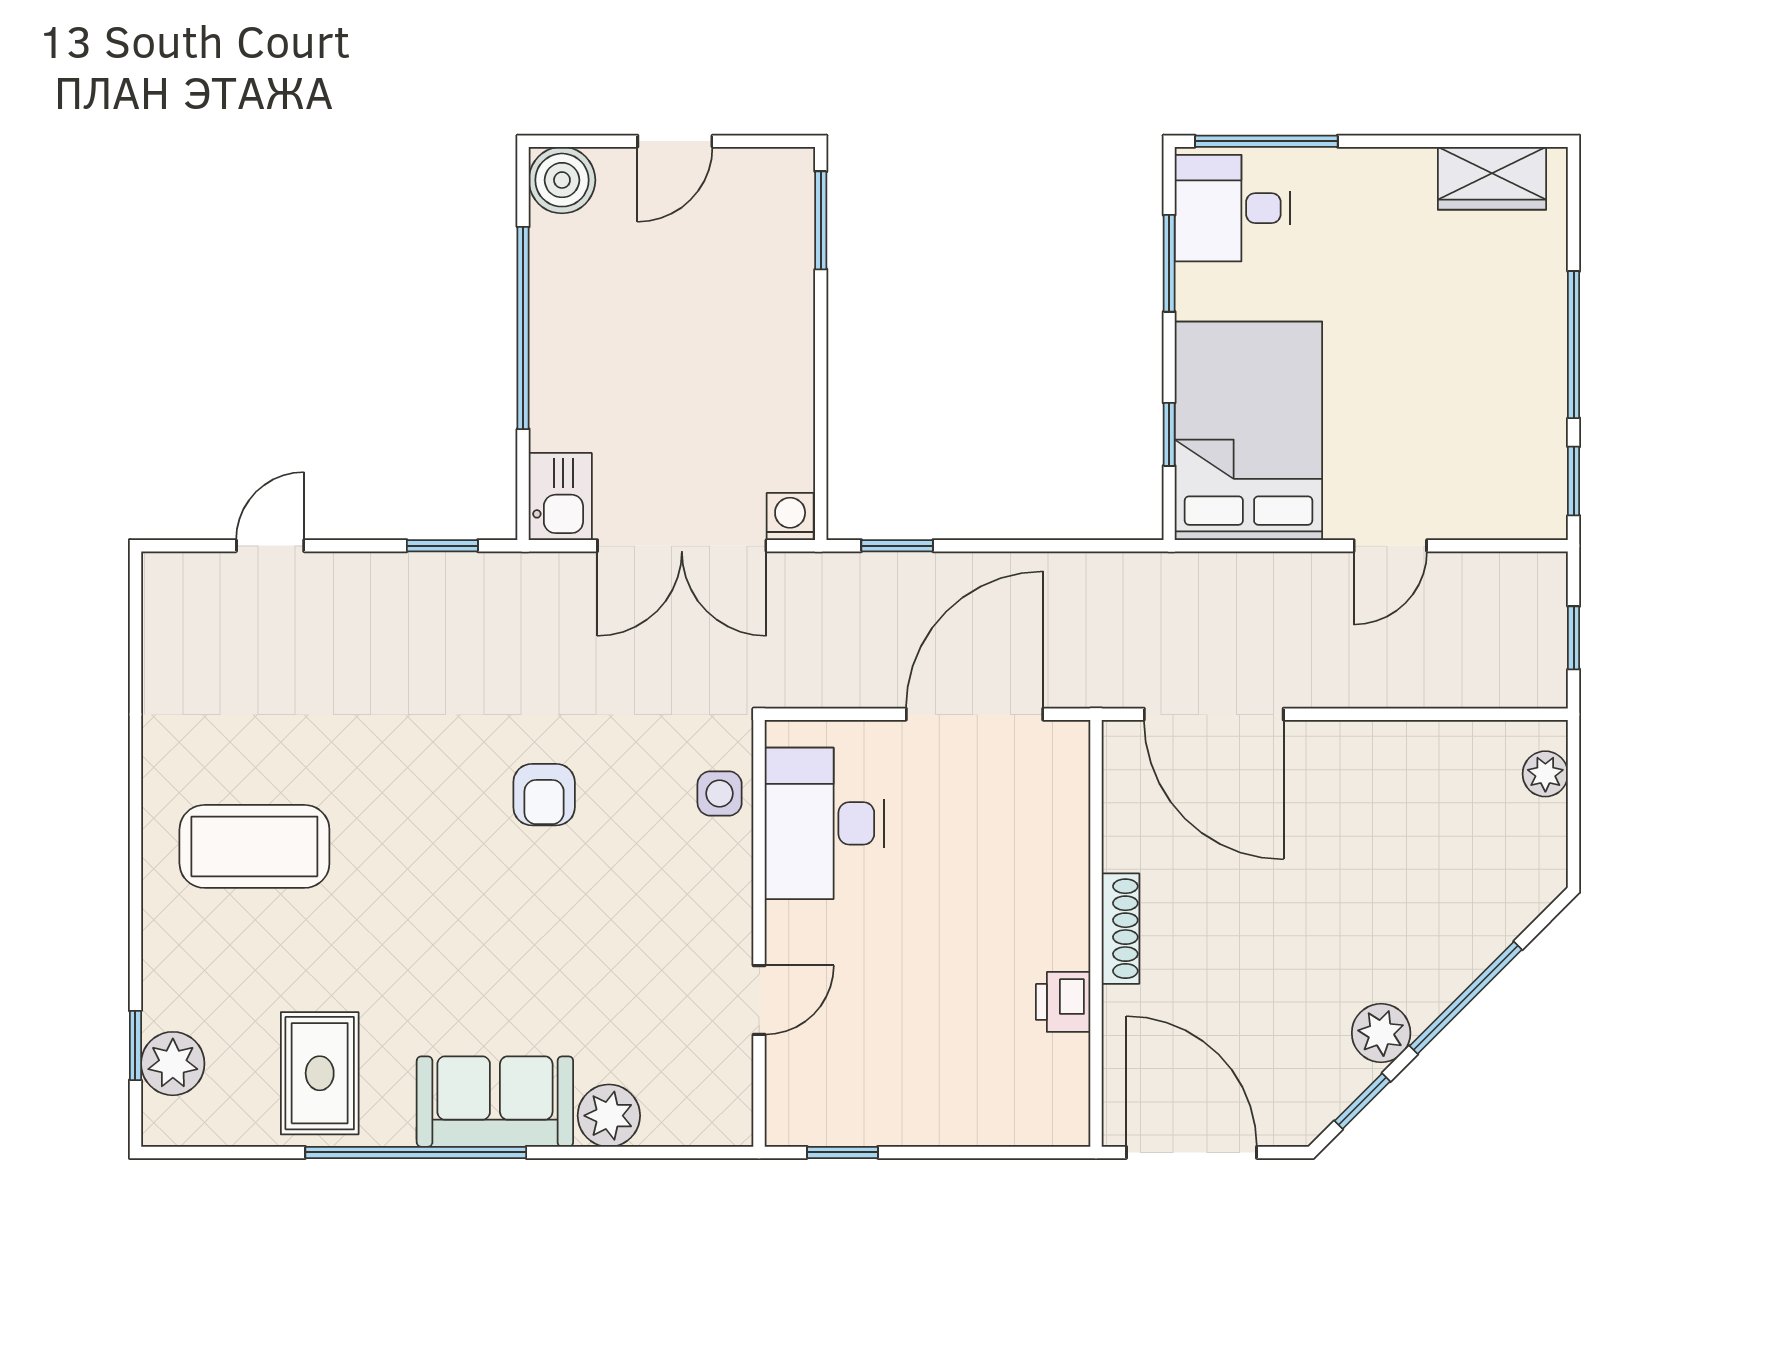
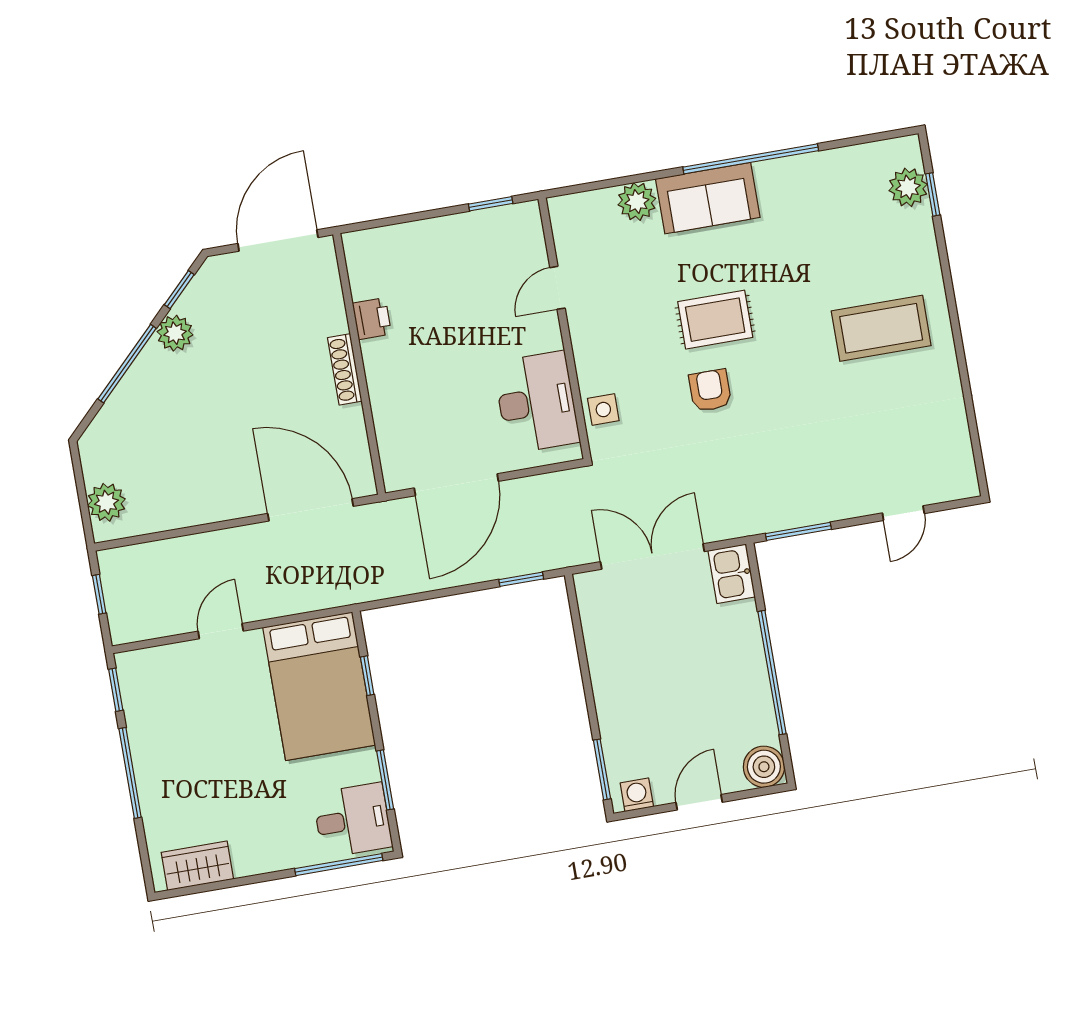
washing machine: (790, 516) -> (637, 795), moved, turned 180
window: (442, 546) -> (798, 531), width x1.50
plant: (1545, 774) -> (106, 502), width x1.38, depth x1.38
rug: (320, 1073) -> (715, 320), moved, turned 90
door: (1192, 1152) -> (278, 240), swing flipped

